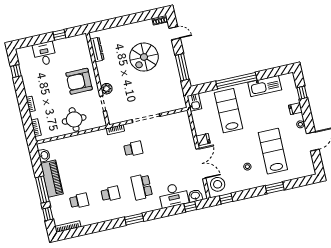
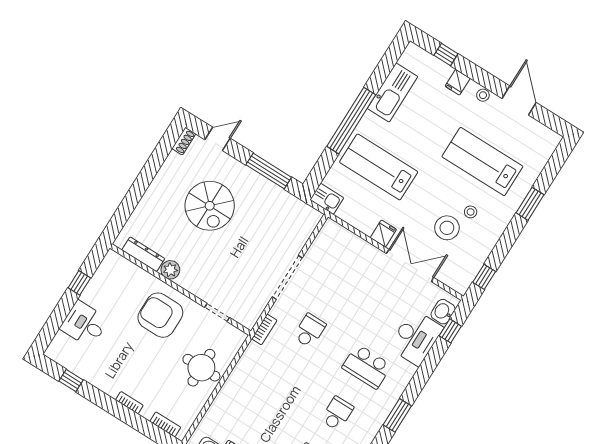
armchair: (79, 81) -> (160, 315), turned 90
plant: (107, 89) -> (170, 270), moved
stool: (218, 184) -> (447, 228), moved

